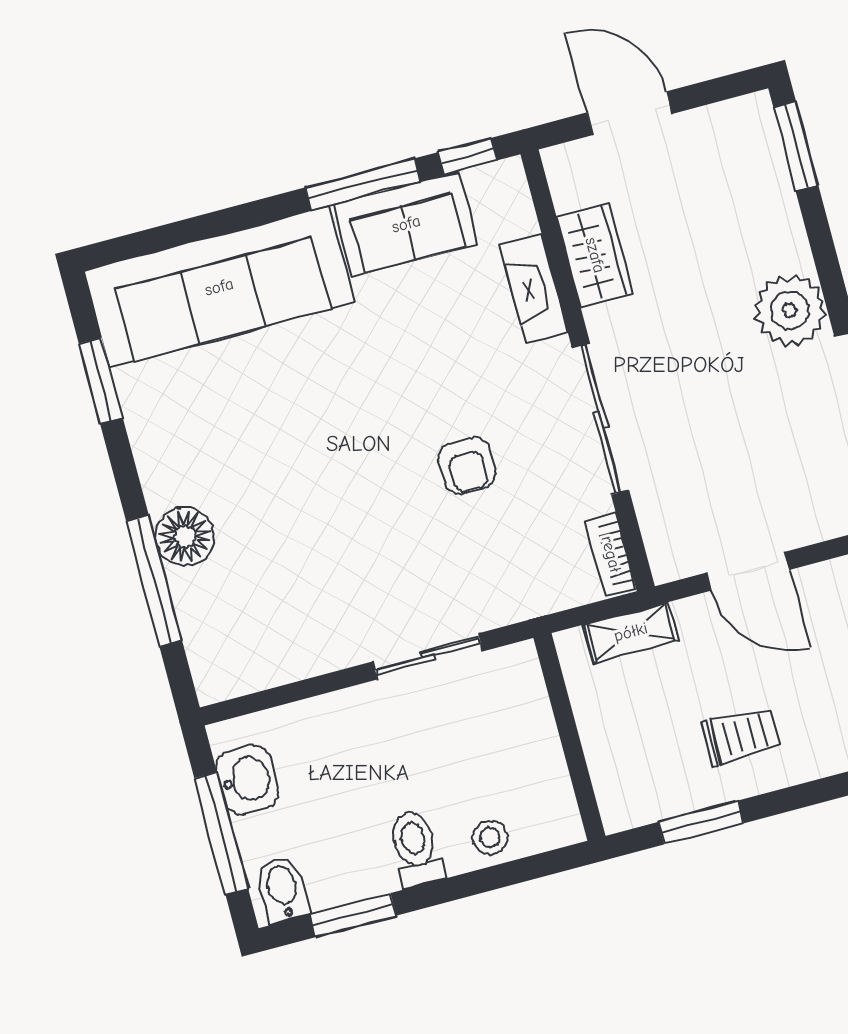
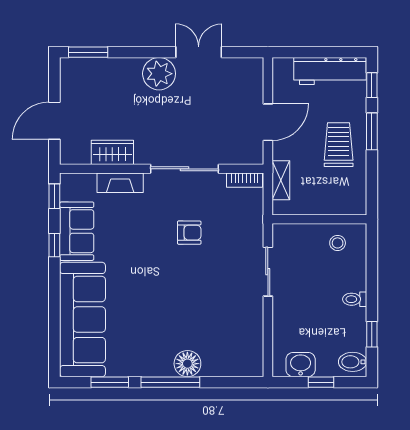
window: (363, 184) -> (54, 245), width x0.46
window: (154, 581) -> (170, 382), moved
trolley: (740, 736) -> (339, 145), width x1.36, depth x1.39
window: (701, 823) -> (372, 131), moved
window: (221, 833) -> (321, 382), width x0.46
stool: (490, 837) -> (338, 243), moved
toilet: (415, 848) -> (355, 299), width x0.73, depth x0.72
window: (353, 915) -> (372, 334), width x0.67

